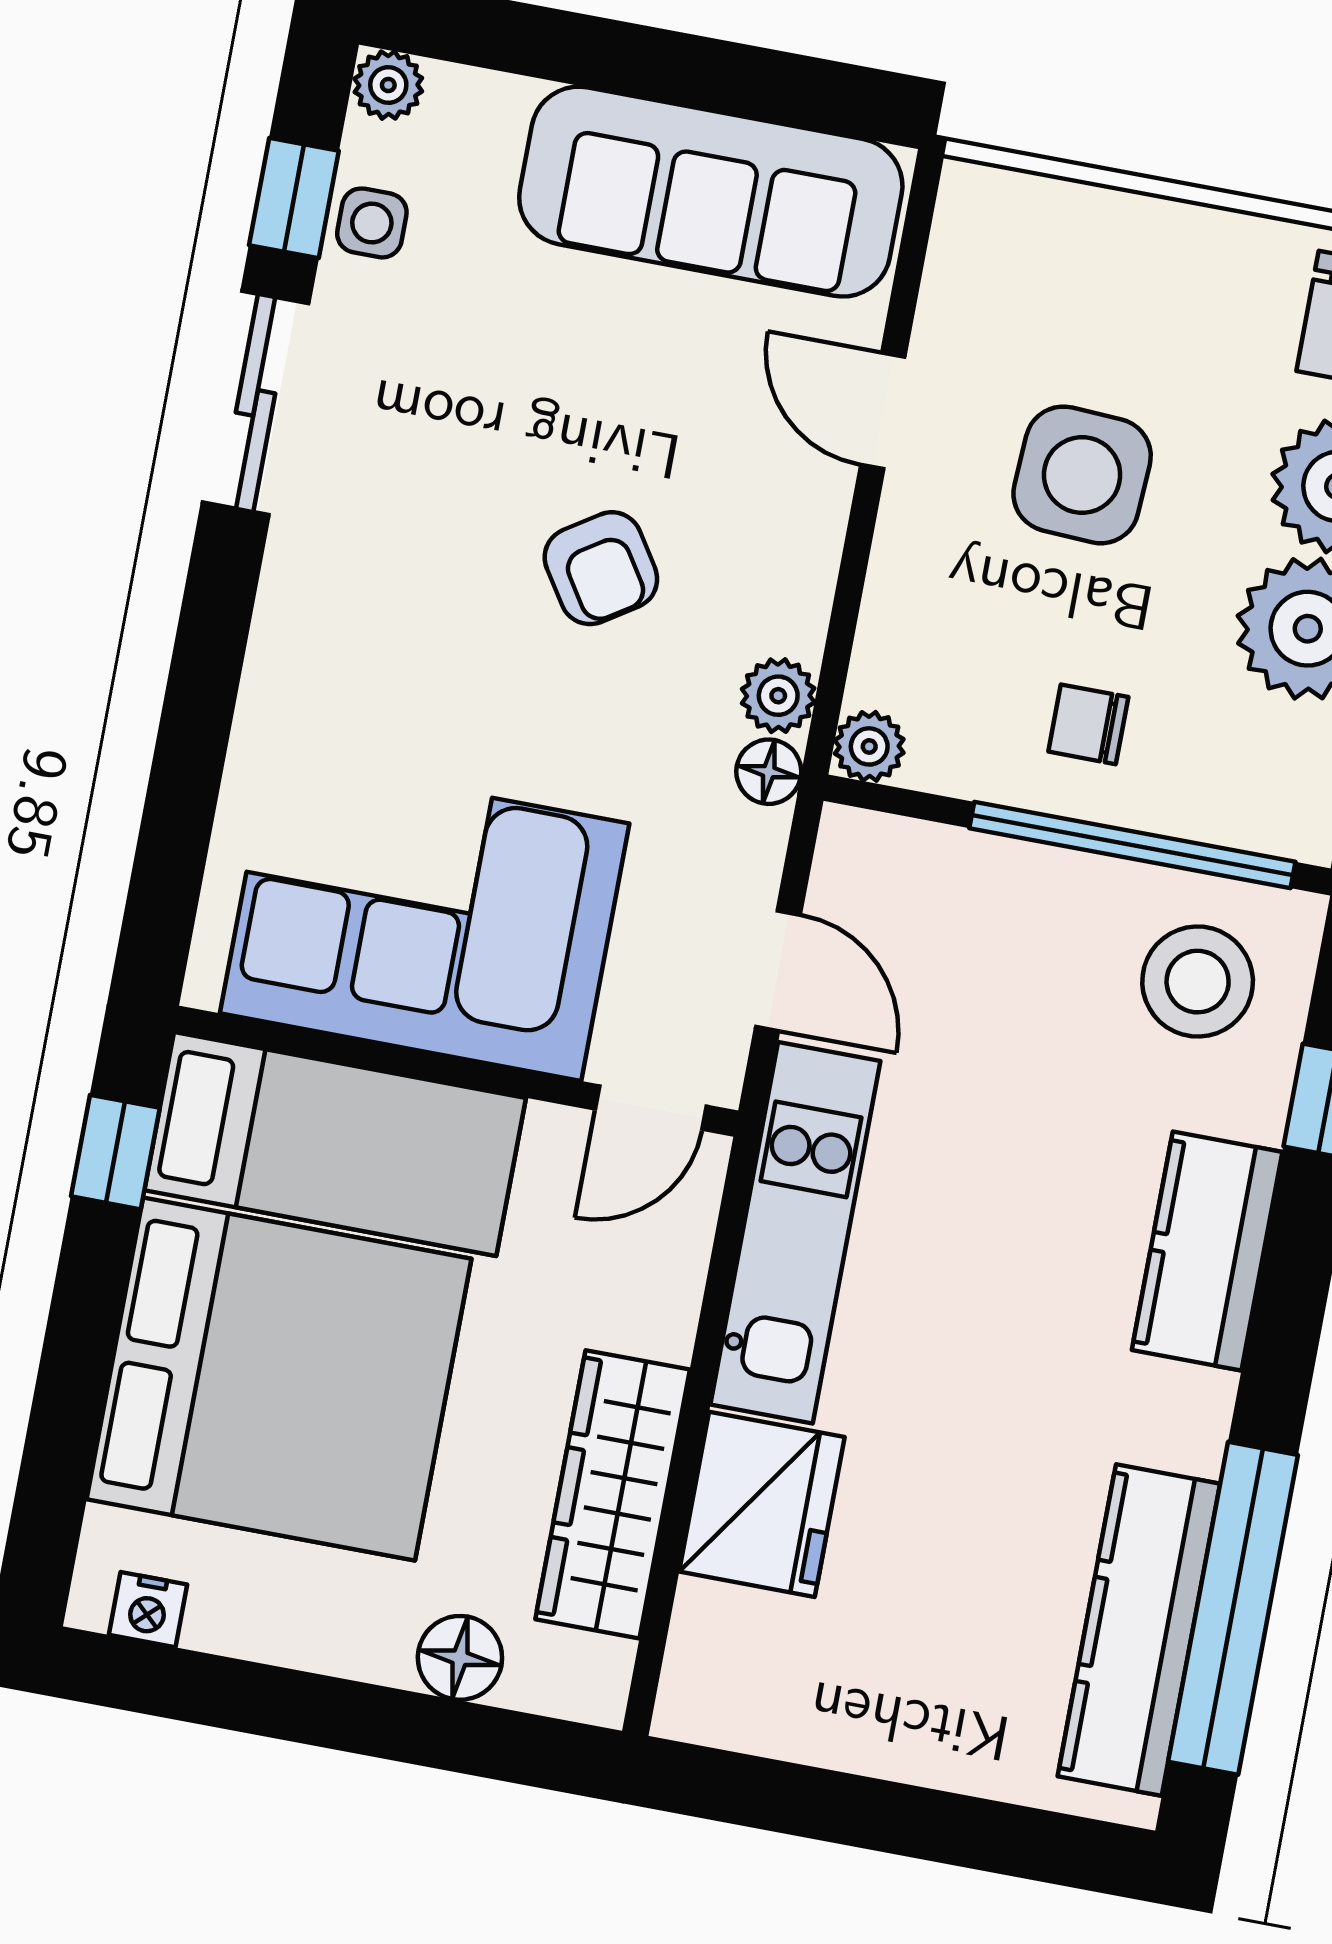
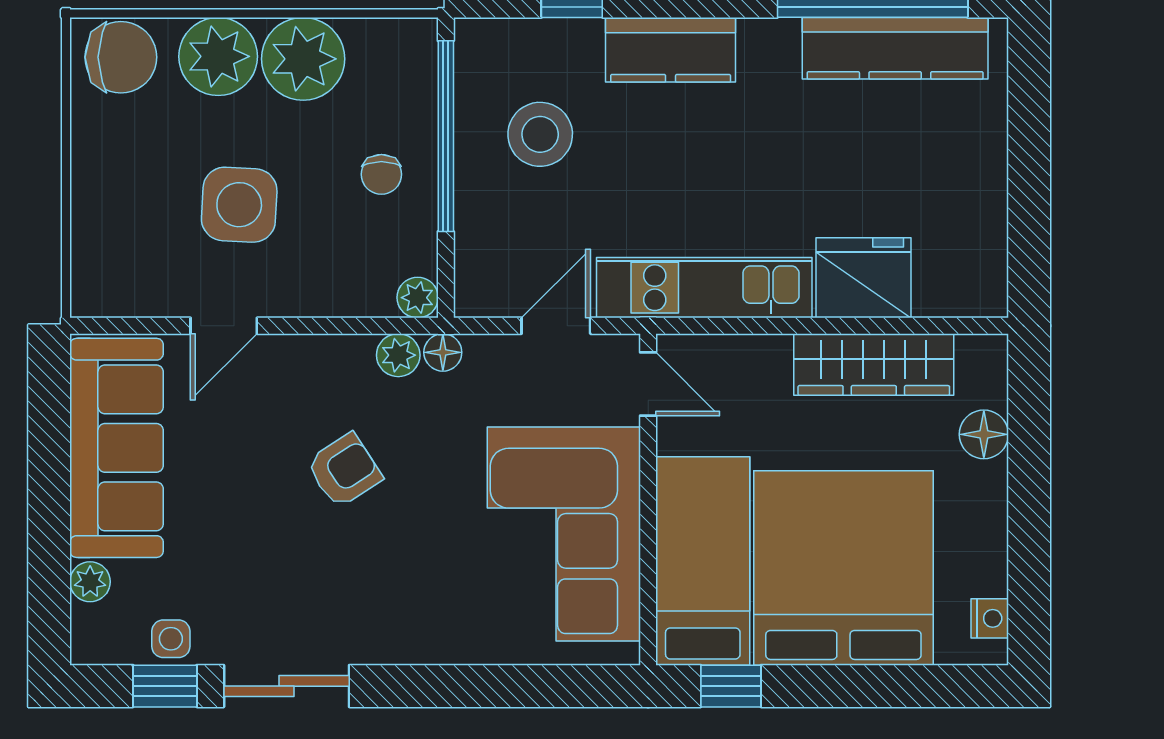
plant: (388, 85) -> (90, 582), moved
stool: (1198, 982) -> (540, 134), moved

